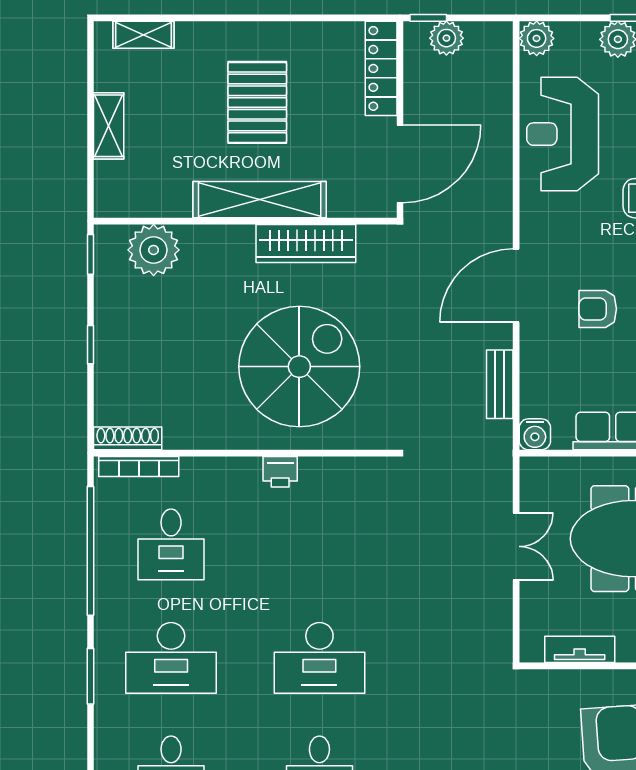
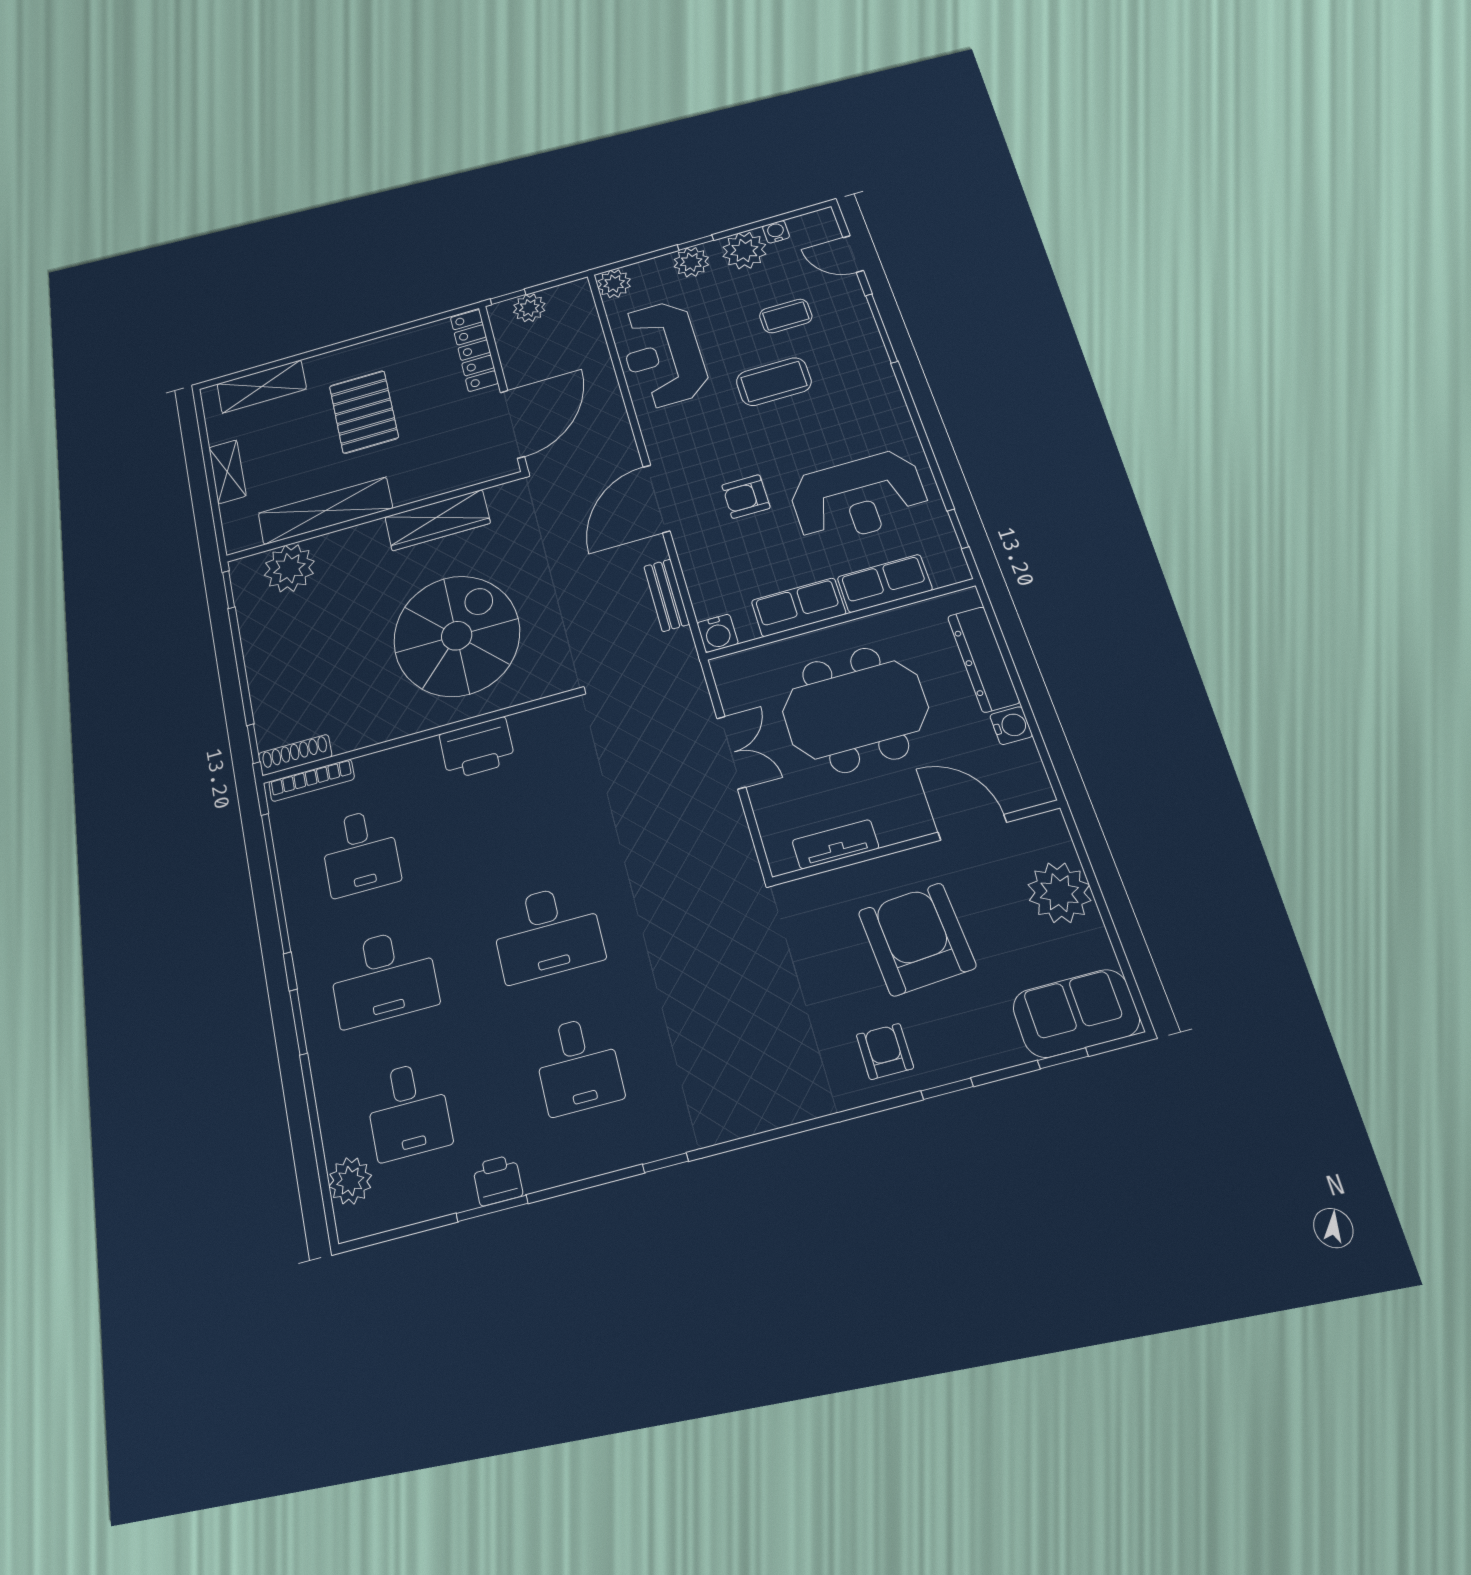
shelving: (144, 35) -> (262, 386), width x1.50, depth x1.33
shelving: (260, 200) -> (325, 511), moved
window: (90, 345) -> (253, 744), moved
printer: (280, 472) -> (477, 748), width x1.87, depth x1.48

